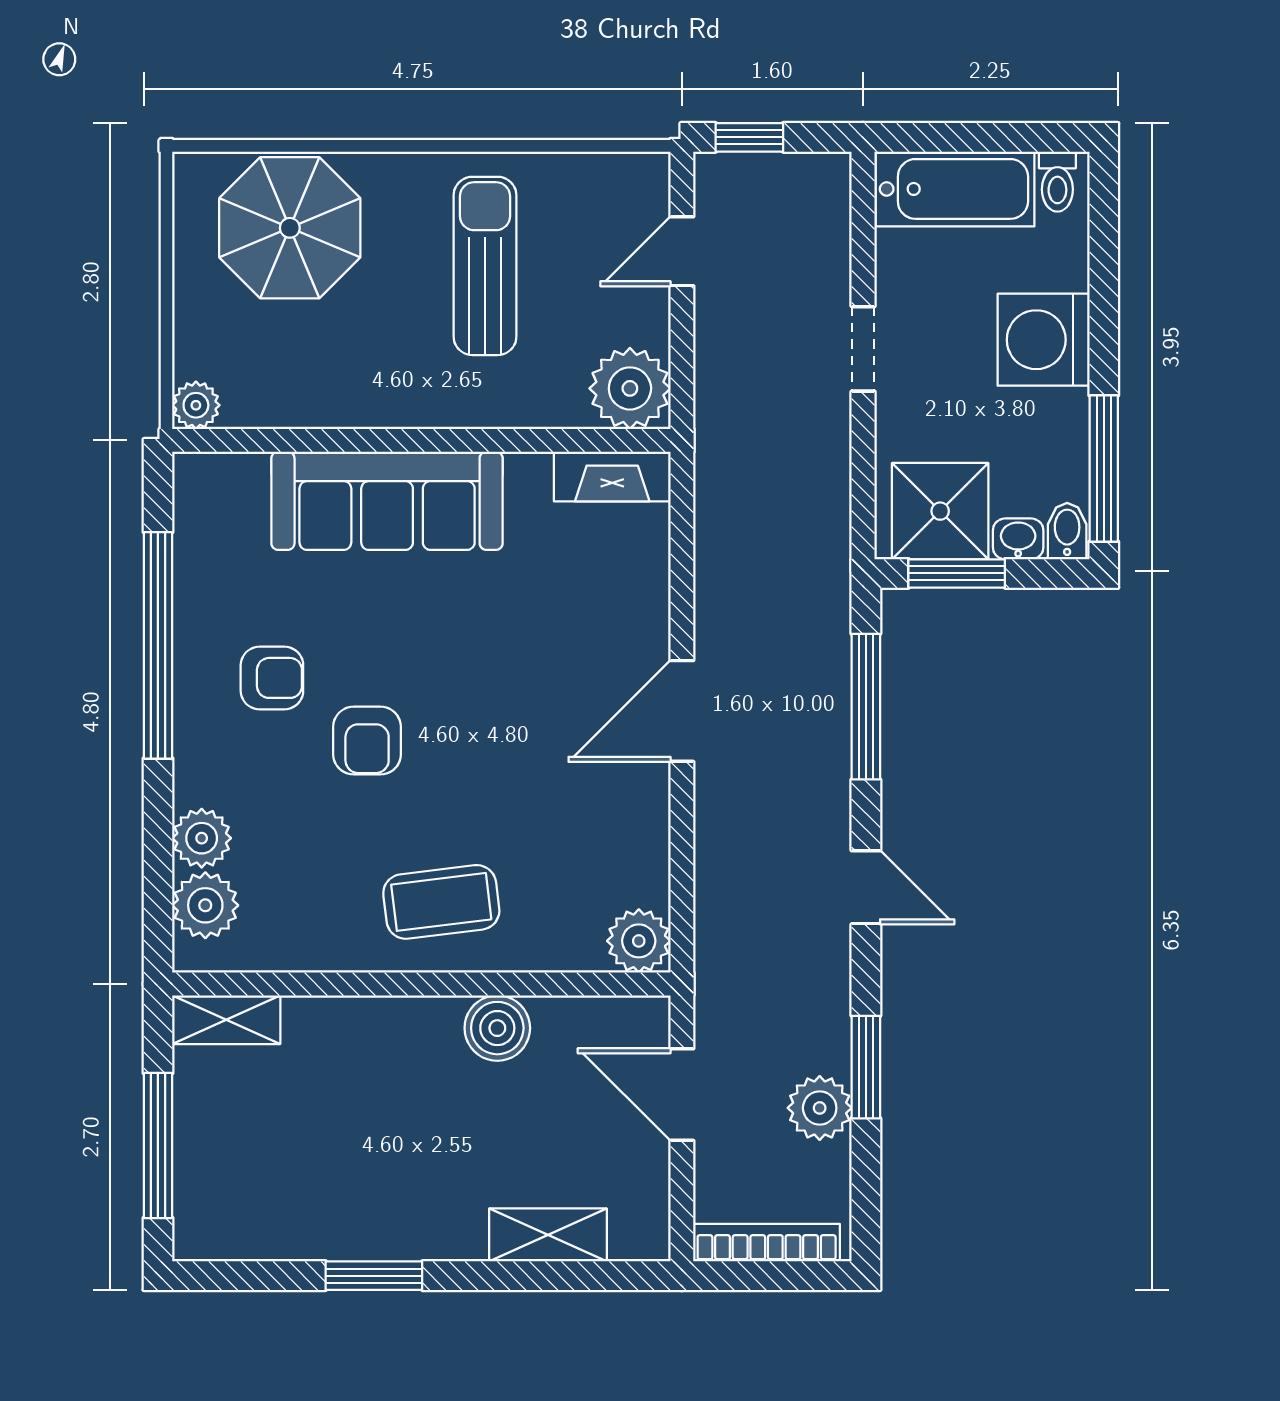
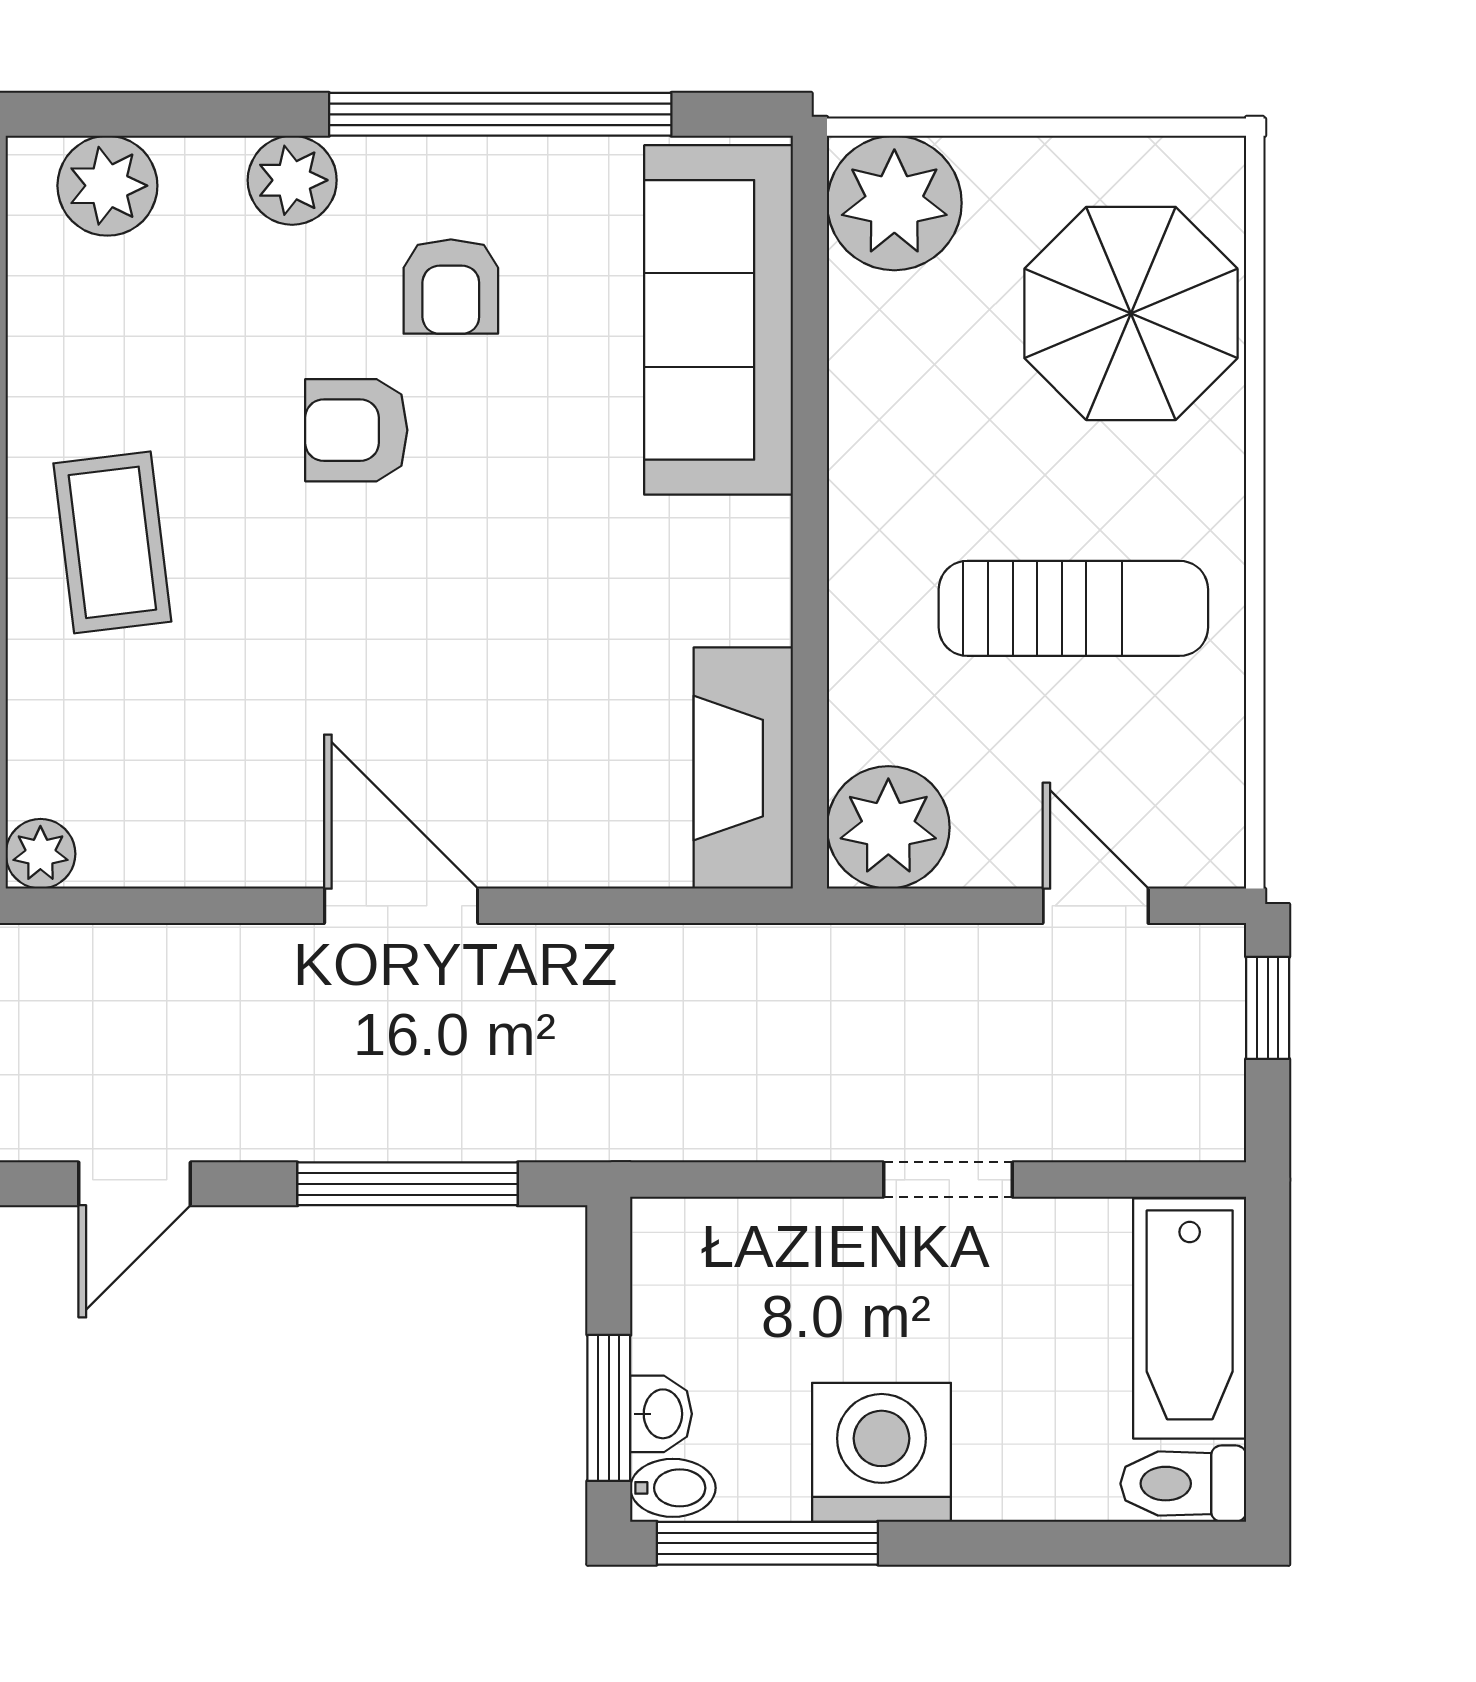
toilet: (1057, 182) -> (1183, 1484), width x1.37, depth x1.39
washing machine: (1044, 340) -> (882, 1452), moved
plant: (196, 405) -> (894, 203), width x1.87, depth x1.87
fireplace: (612, 477) -> (743, 768), width x1.37, depth x1.32
sofa: (387, 501) -> (718, 320), moved
shower: (940, 511) -> (703, 1296), removed
window: (957, 573) -> (609, 1408), moved
plant: (202, 838) -> (292, 180), moved
plant: (639, 941) -> (40, 854), width x0.73, depth x0.73

